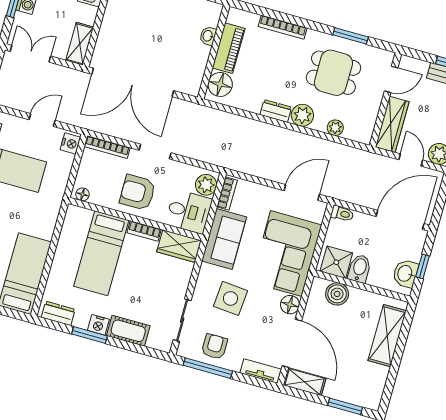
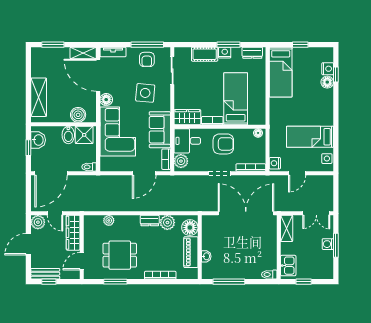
plant: (302, 115) -> (167, 223), moved
door: (302, 192) -> (144, 173), moved

